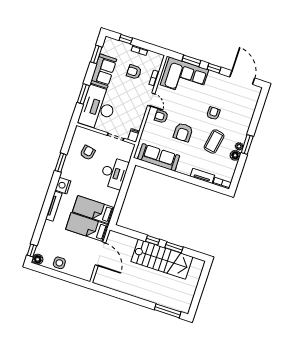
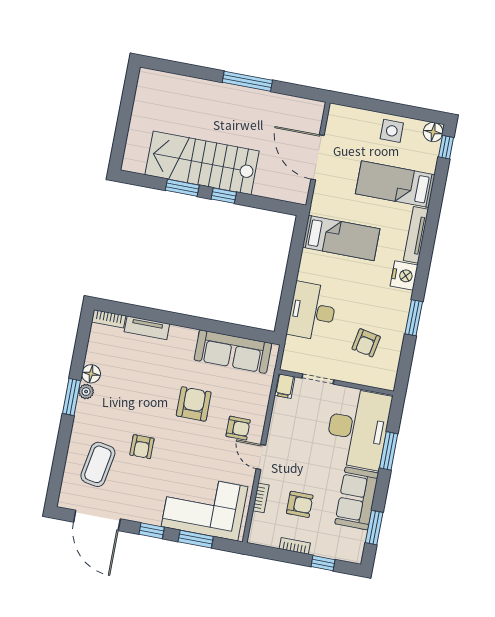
coffee table: (214, 142) -> (98, 464), moved
bed: (87, 227) -> (395, 184), moved, turned 180
window: (168, 311) -> (247, 81), moved

